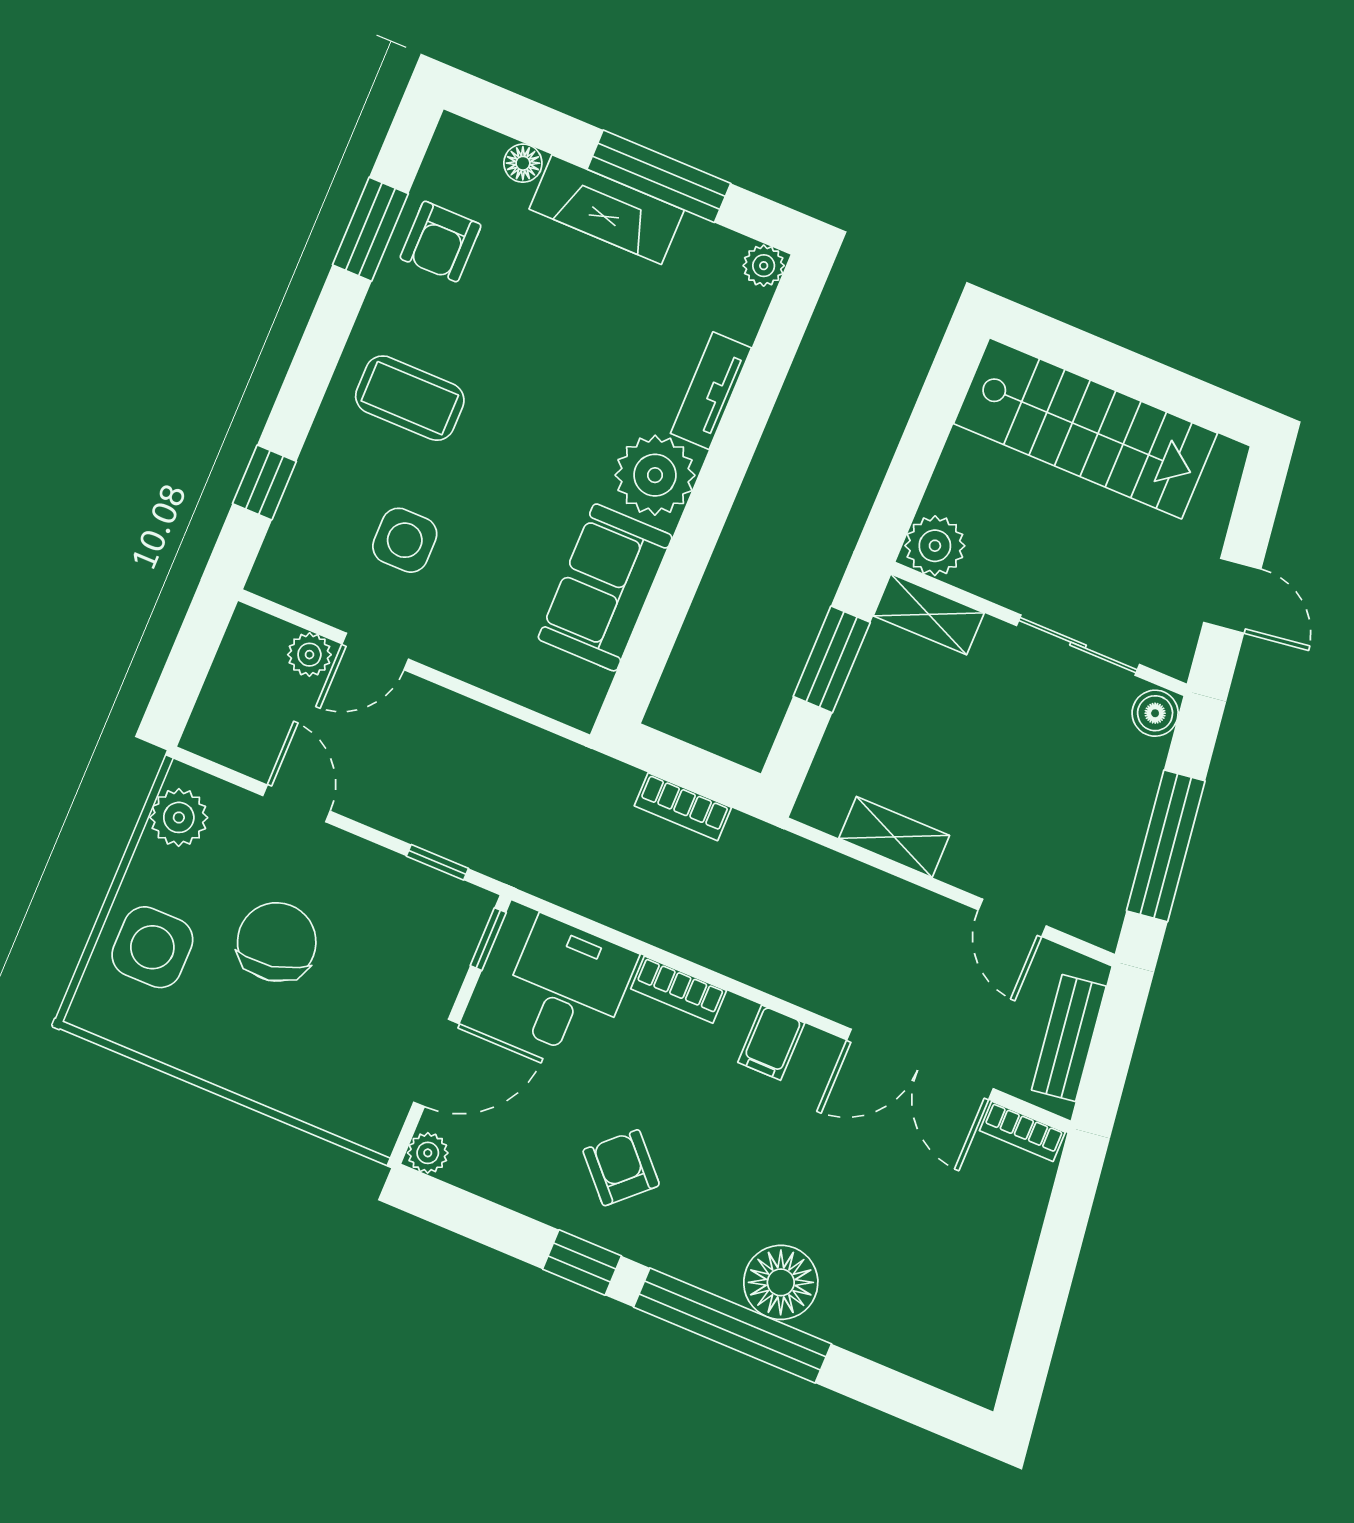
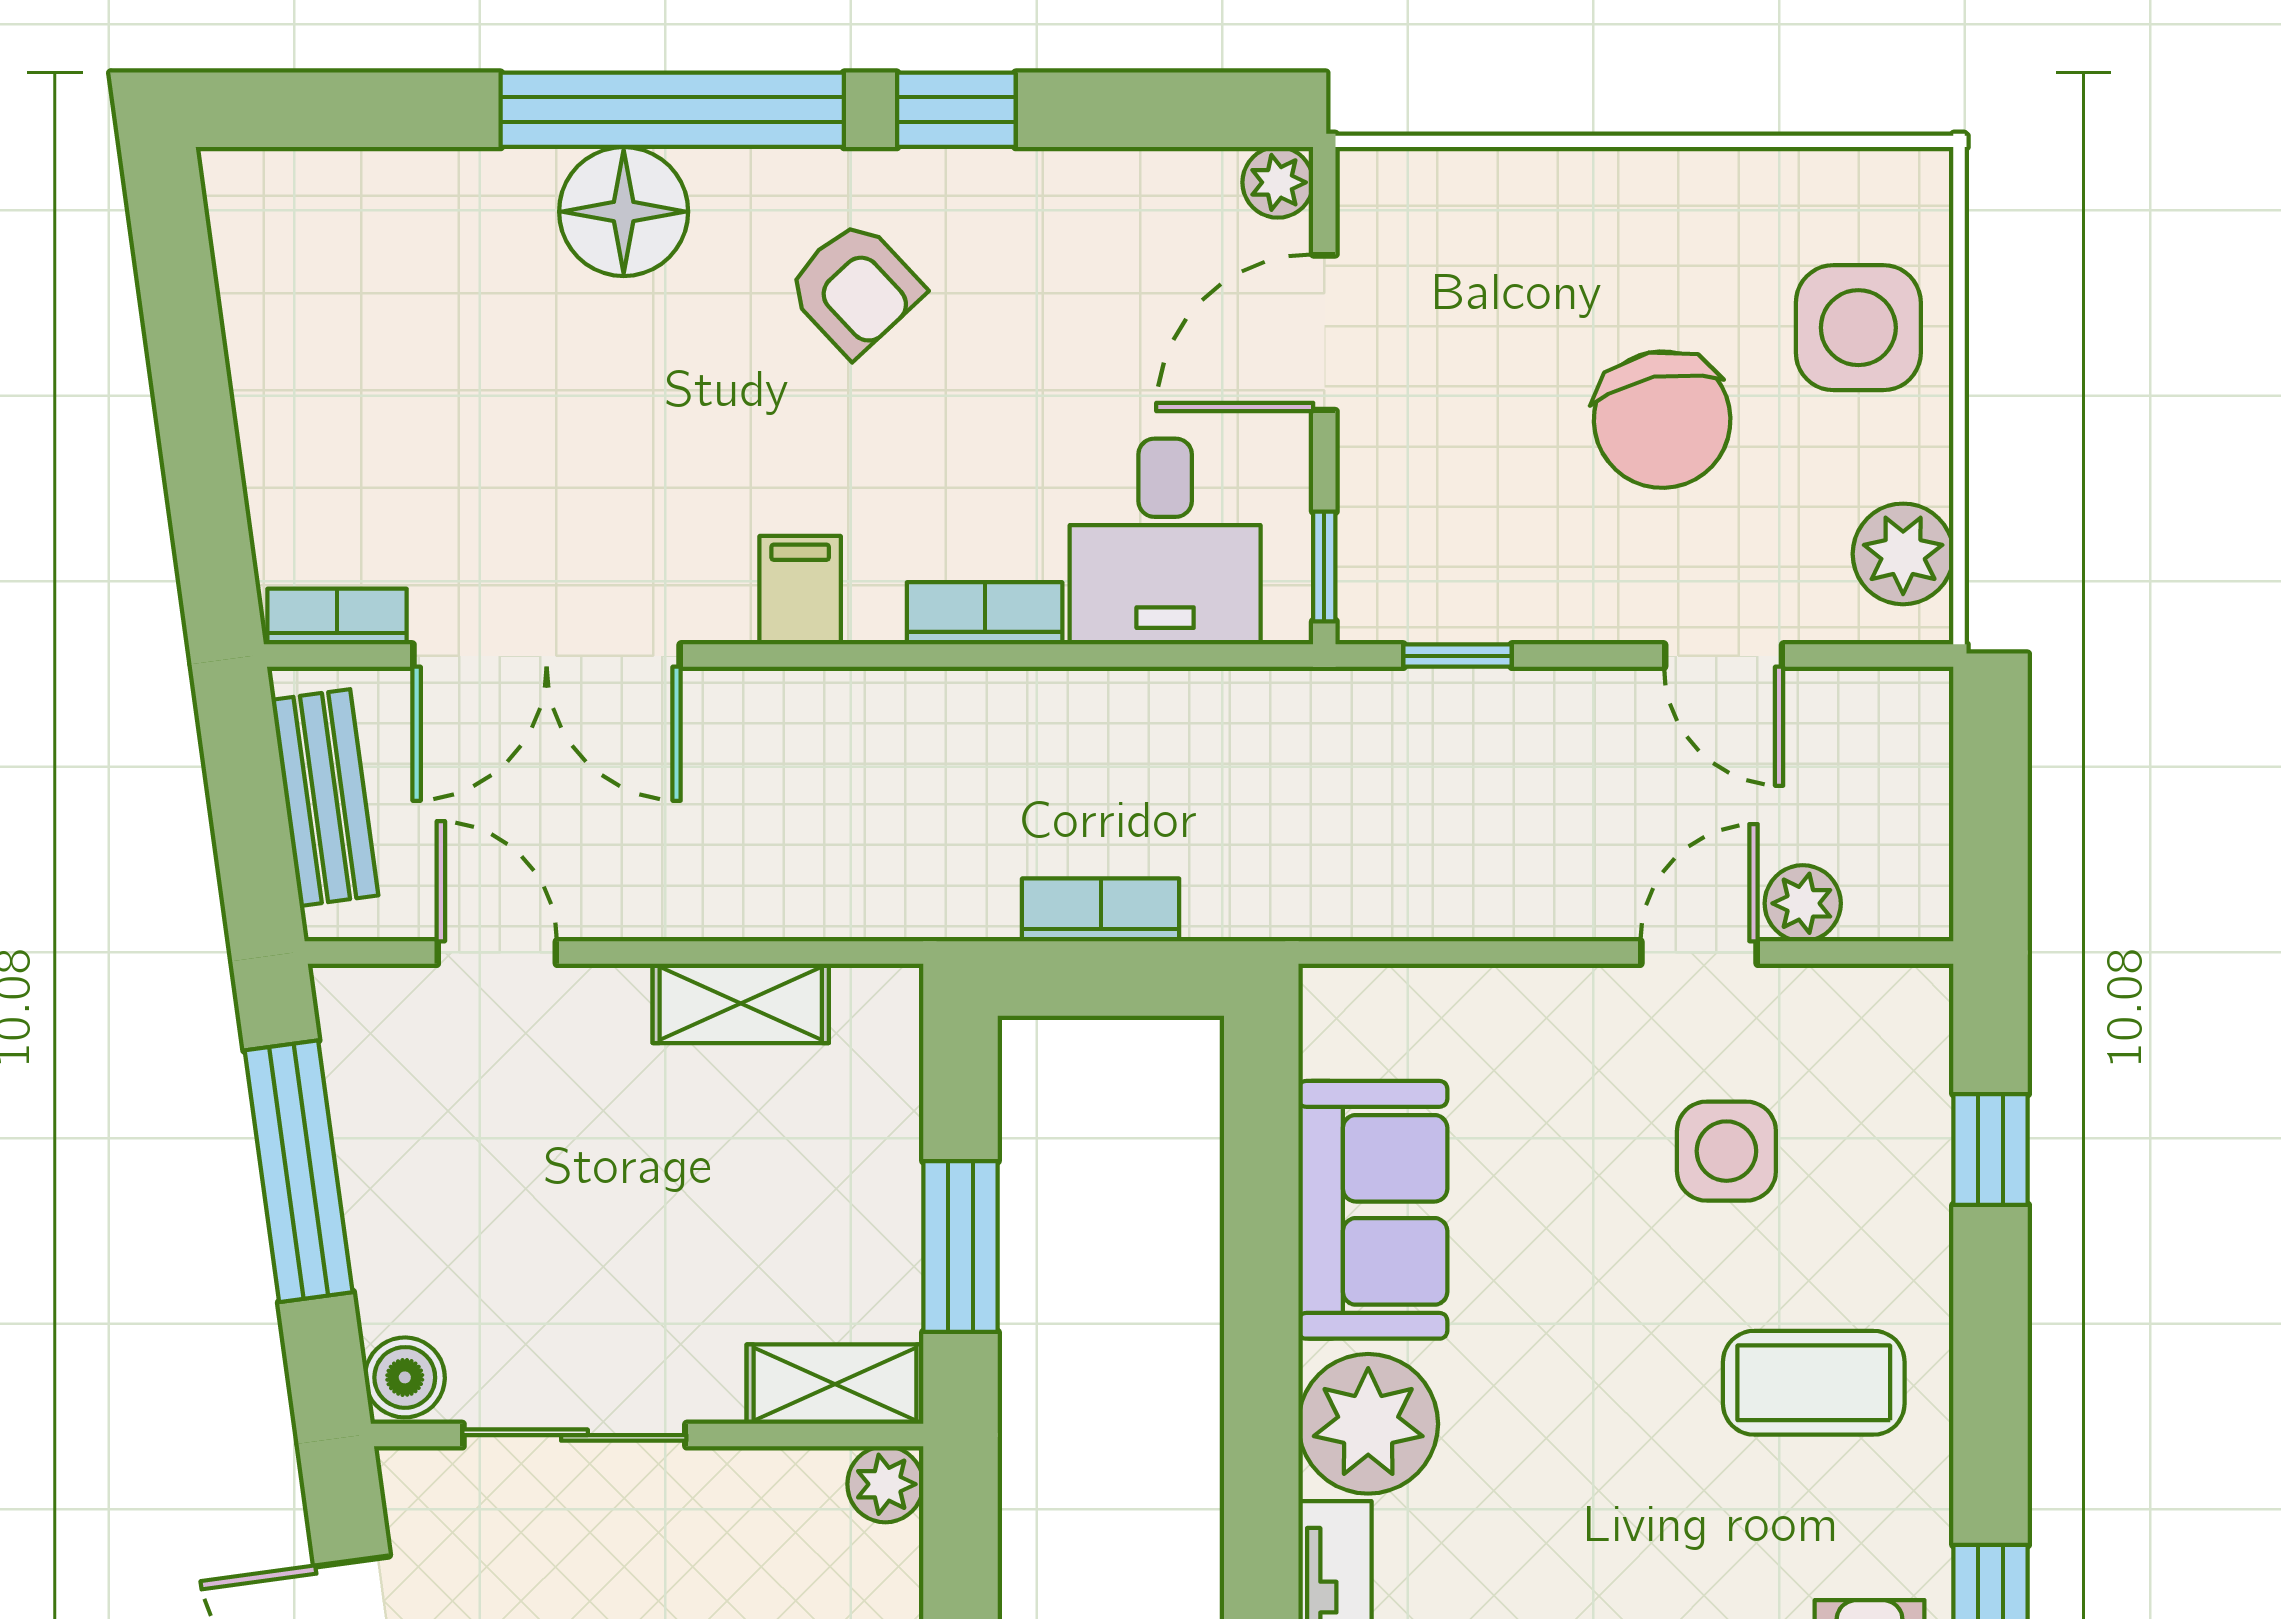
plant: (935, 546) -> (885, 1484), width x0.73, depth x0.73
double door: (920, 1064) -> (547, 656), swing flipped
armchair: (621, 1168) -> (855, 288), moved

